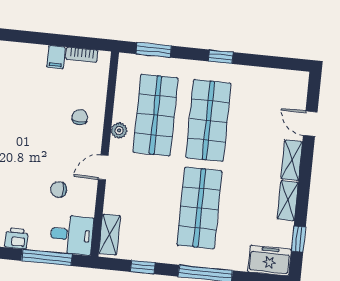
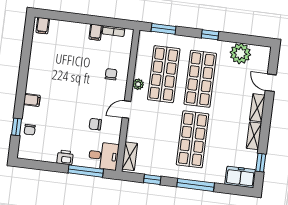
plant: (265, 83) -> (240, 53), added

